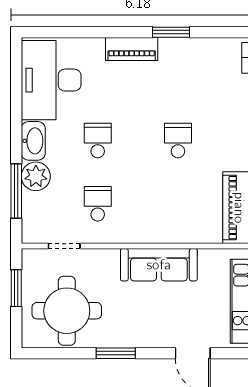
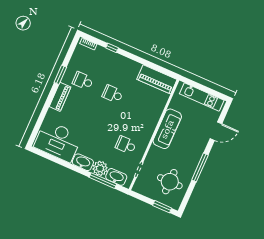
school desk: (98, 140) -> (83, 81), moved
washbasin: (33, 212) -> (116, 177), added
window: (16, 288) -> (162, 207), moved
round table: (67, 311) -> (170, 182), width x0.73, depth x0.73
window: (116, 353) -> (200, 167), width x1.44

